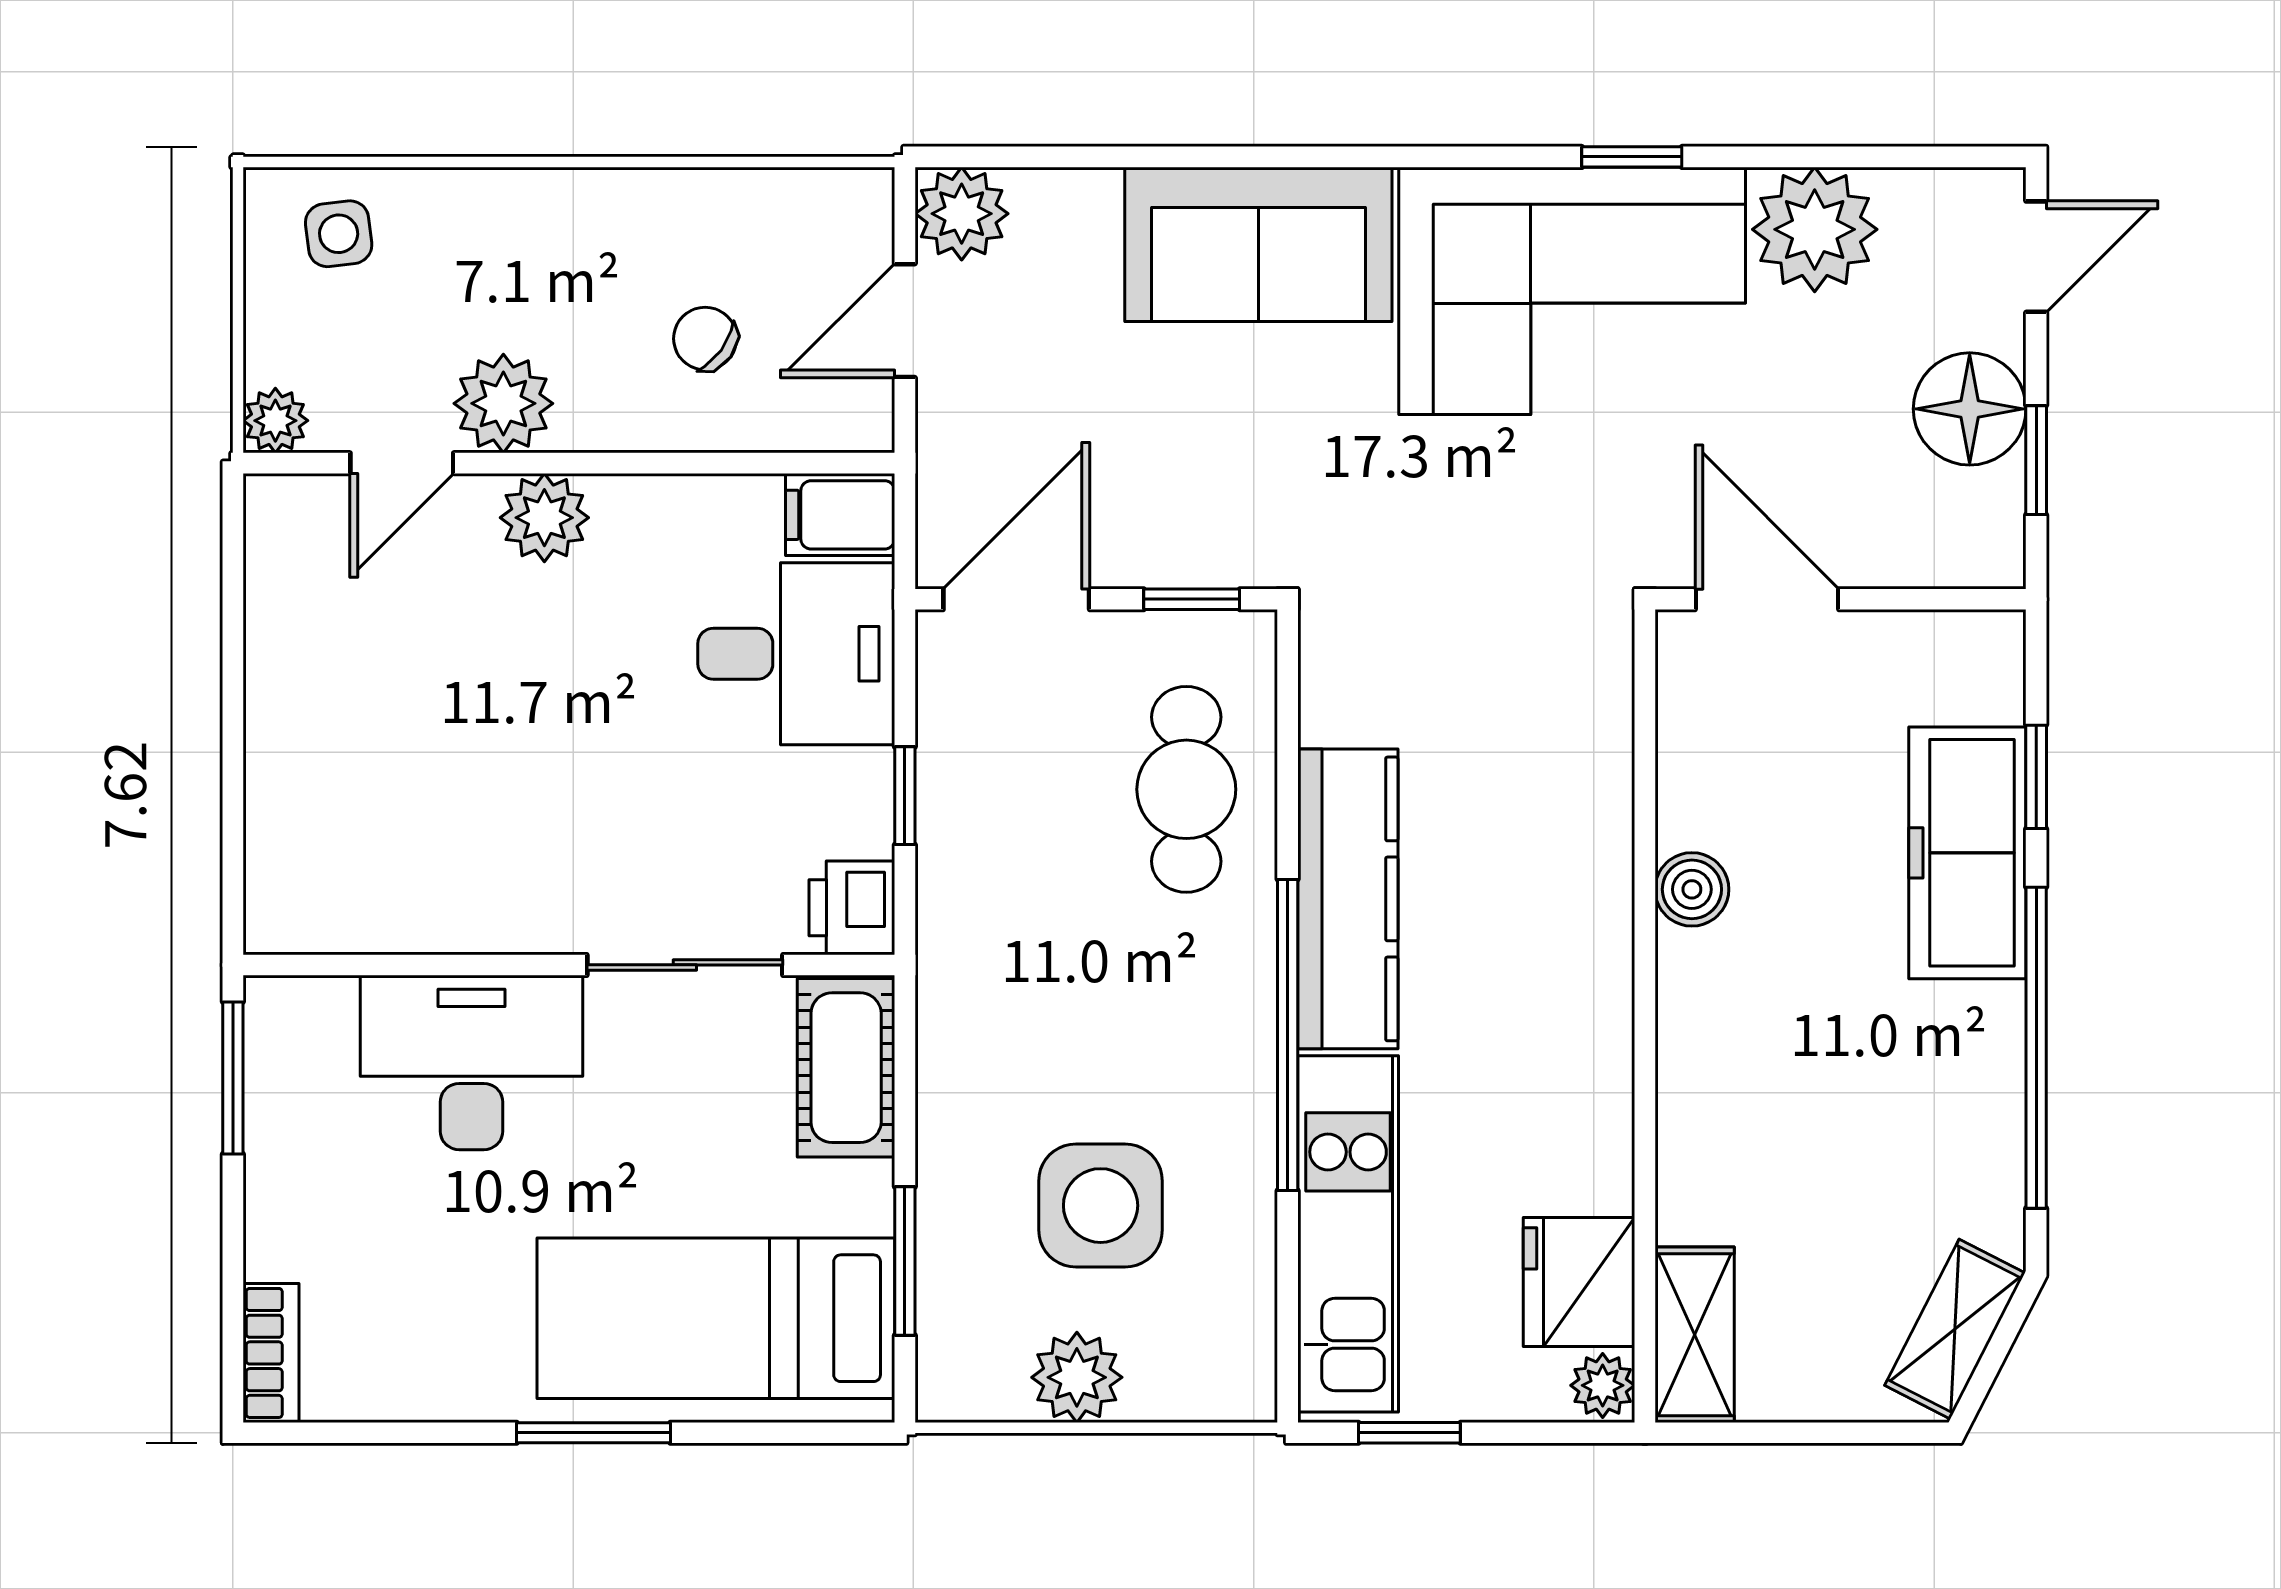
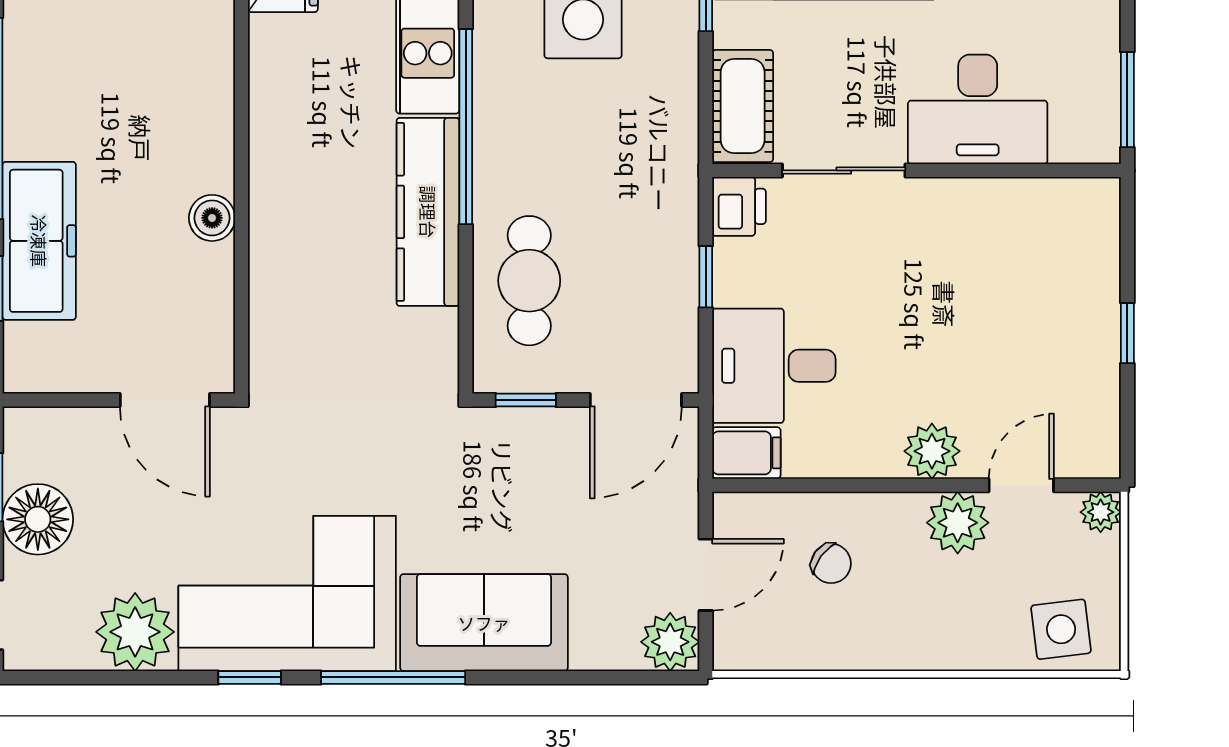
window: (1403, 157) -> (393, 677), added
side table: (339, 234) -> (1061, 629), width x1.37, depth x1.37
window: (233, 706) -> (1127, 333), added

